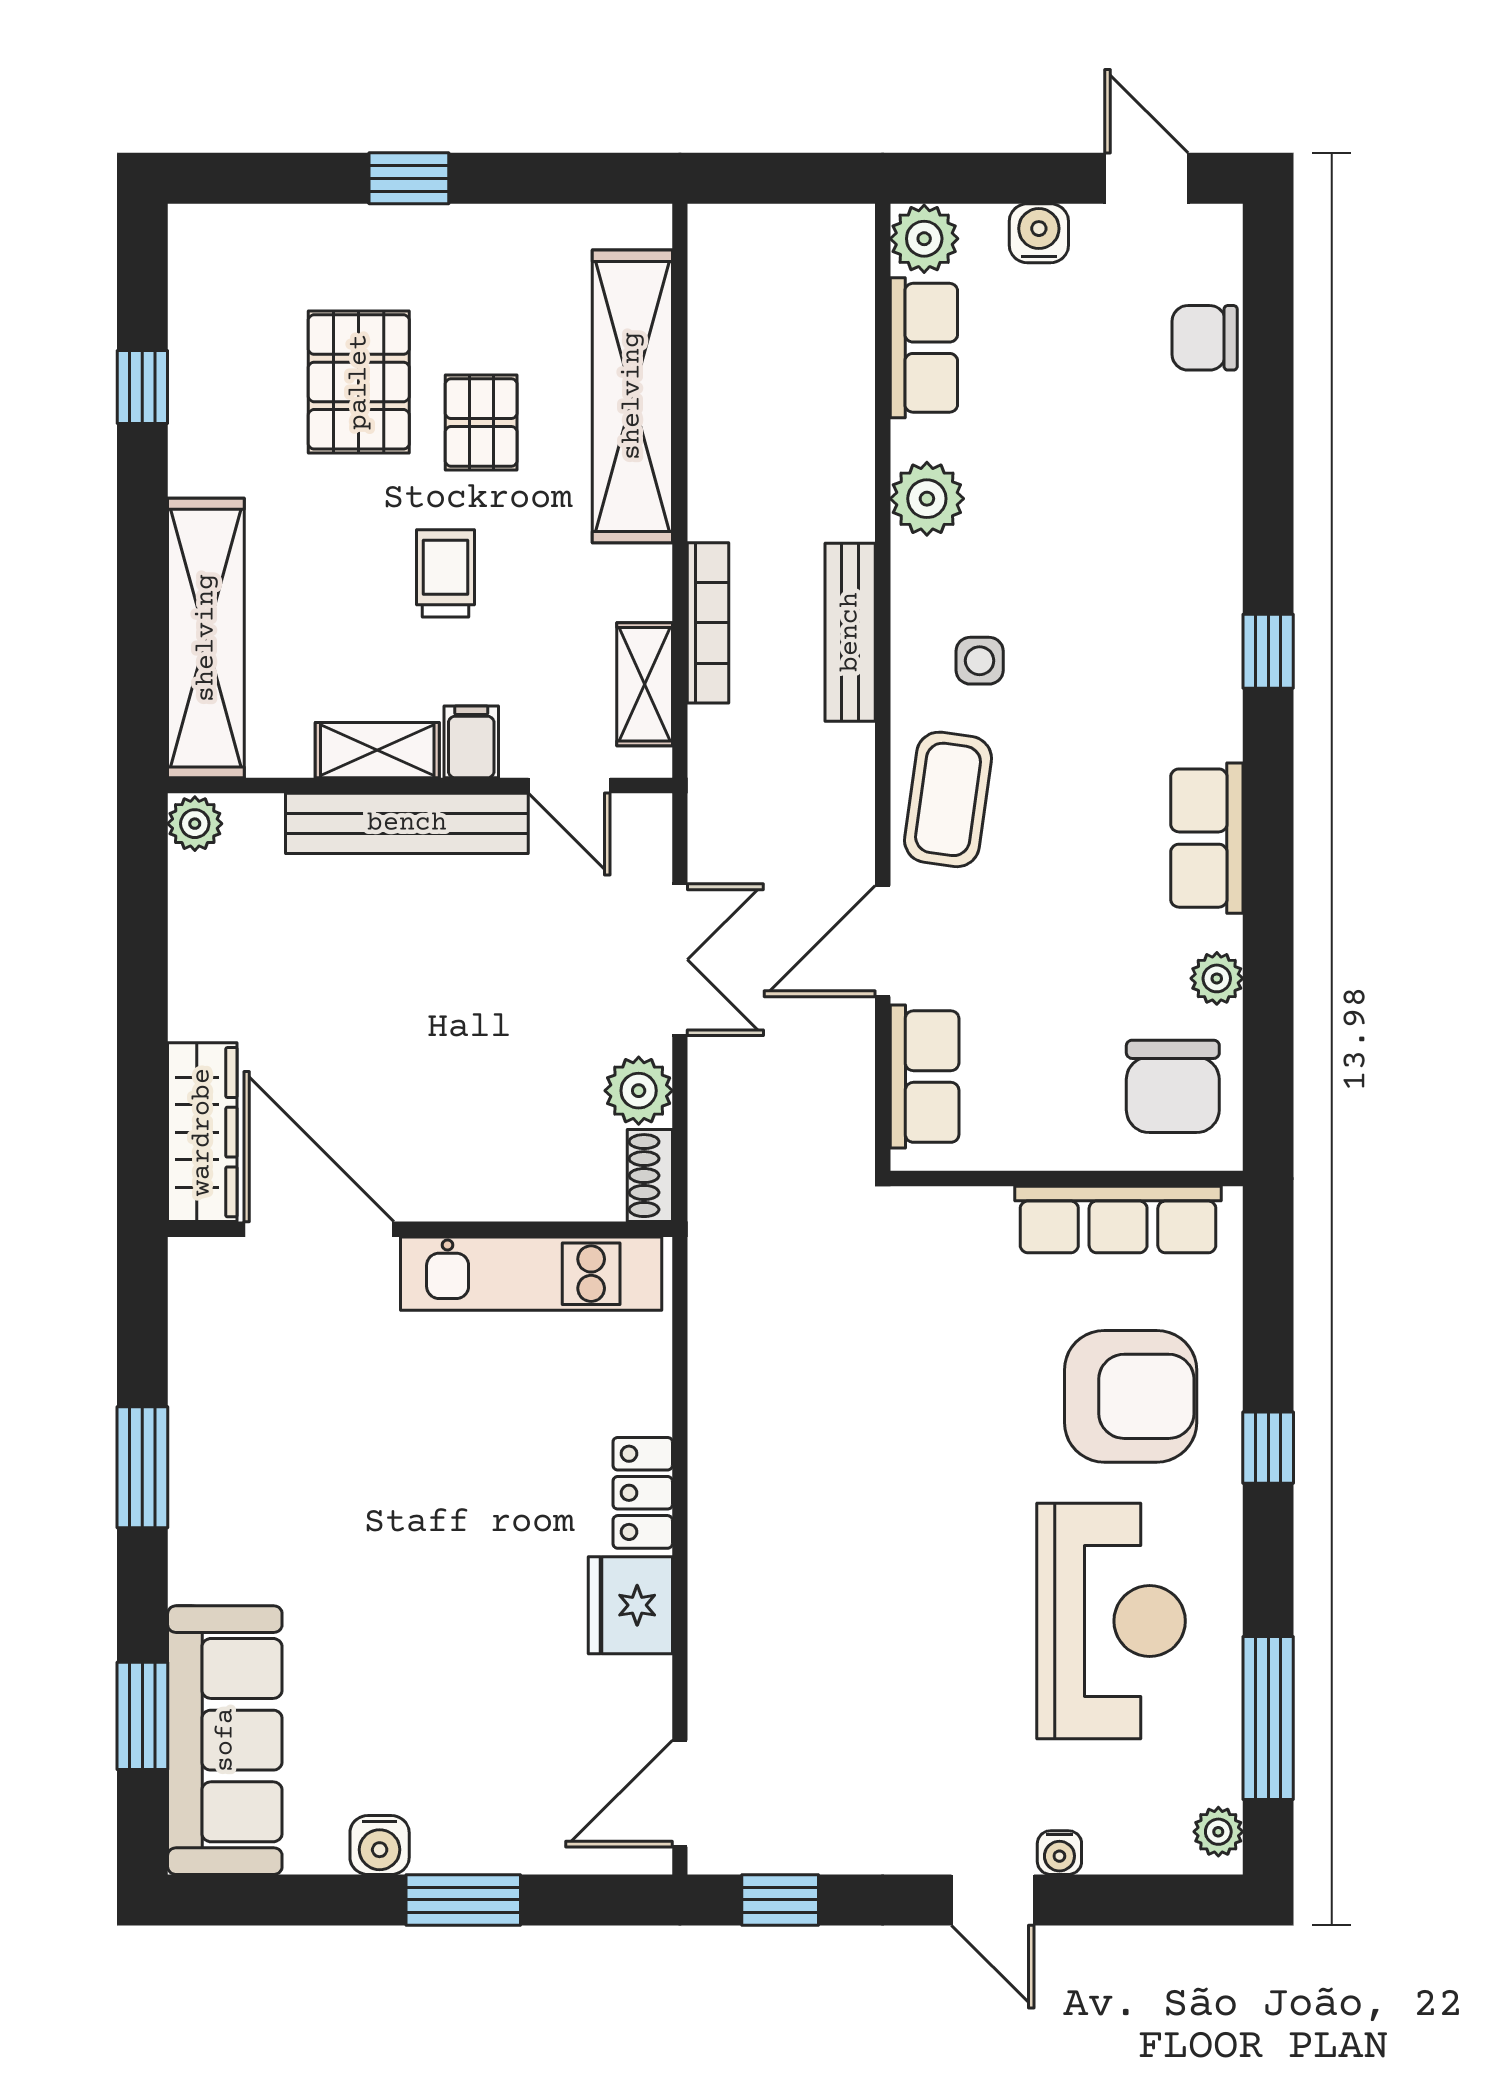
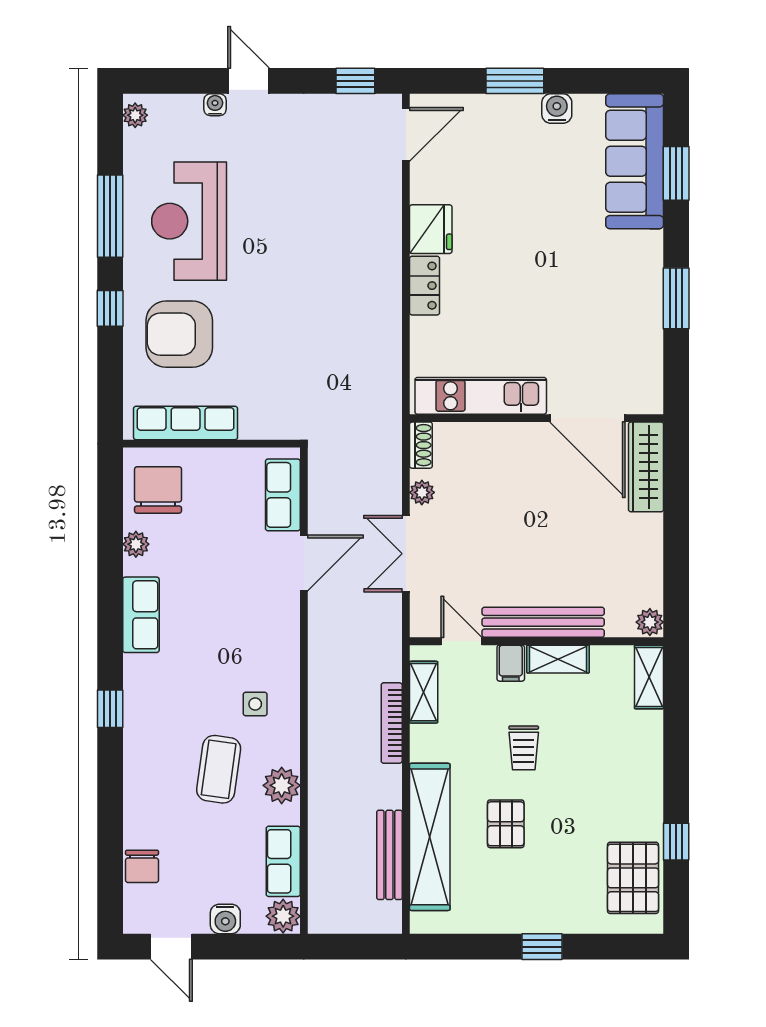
chair: (1205, 338) -> (142, 866), turned 90
pallet: (359, 382) -> (633, 878), moved
bench: (850, 632) -> (389, 855), moved
shelving: (206, 638) -> (649, 677), width x0.45, depth x0.75
coffee table: (948, 799) -> (219, 769), moved
plant: (639, 1091) -> (422, 492), width x0.73, depth x0.73
window: (1268, 1718) -> (110, 216), moved

